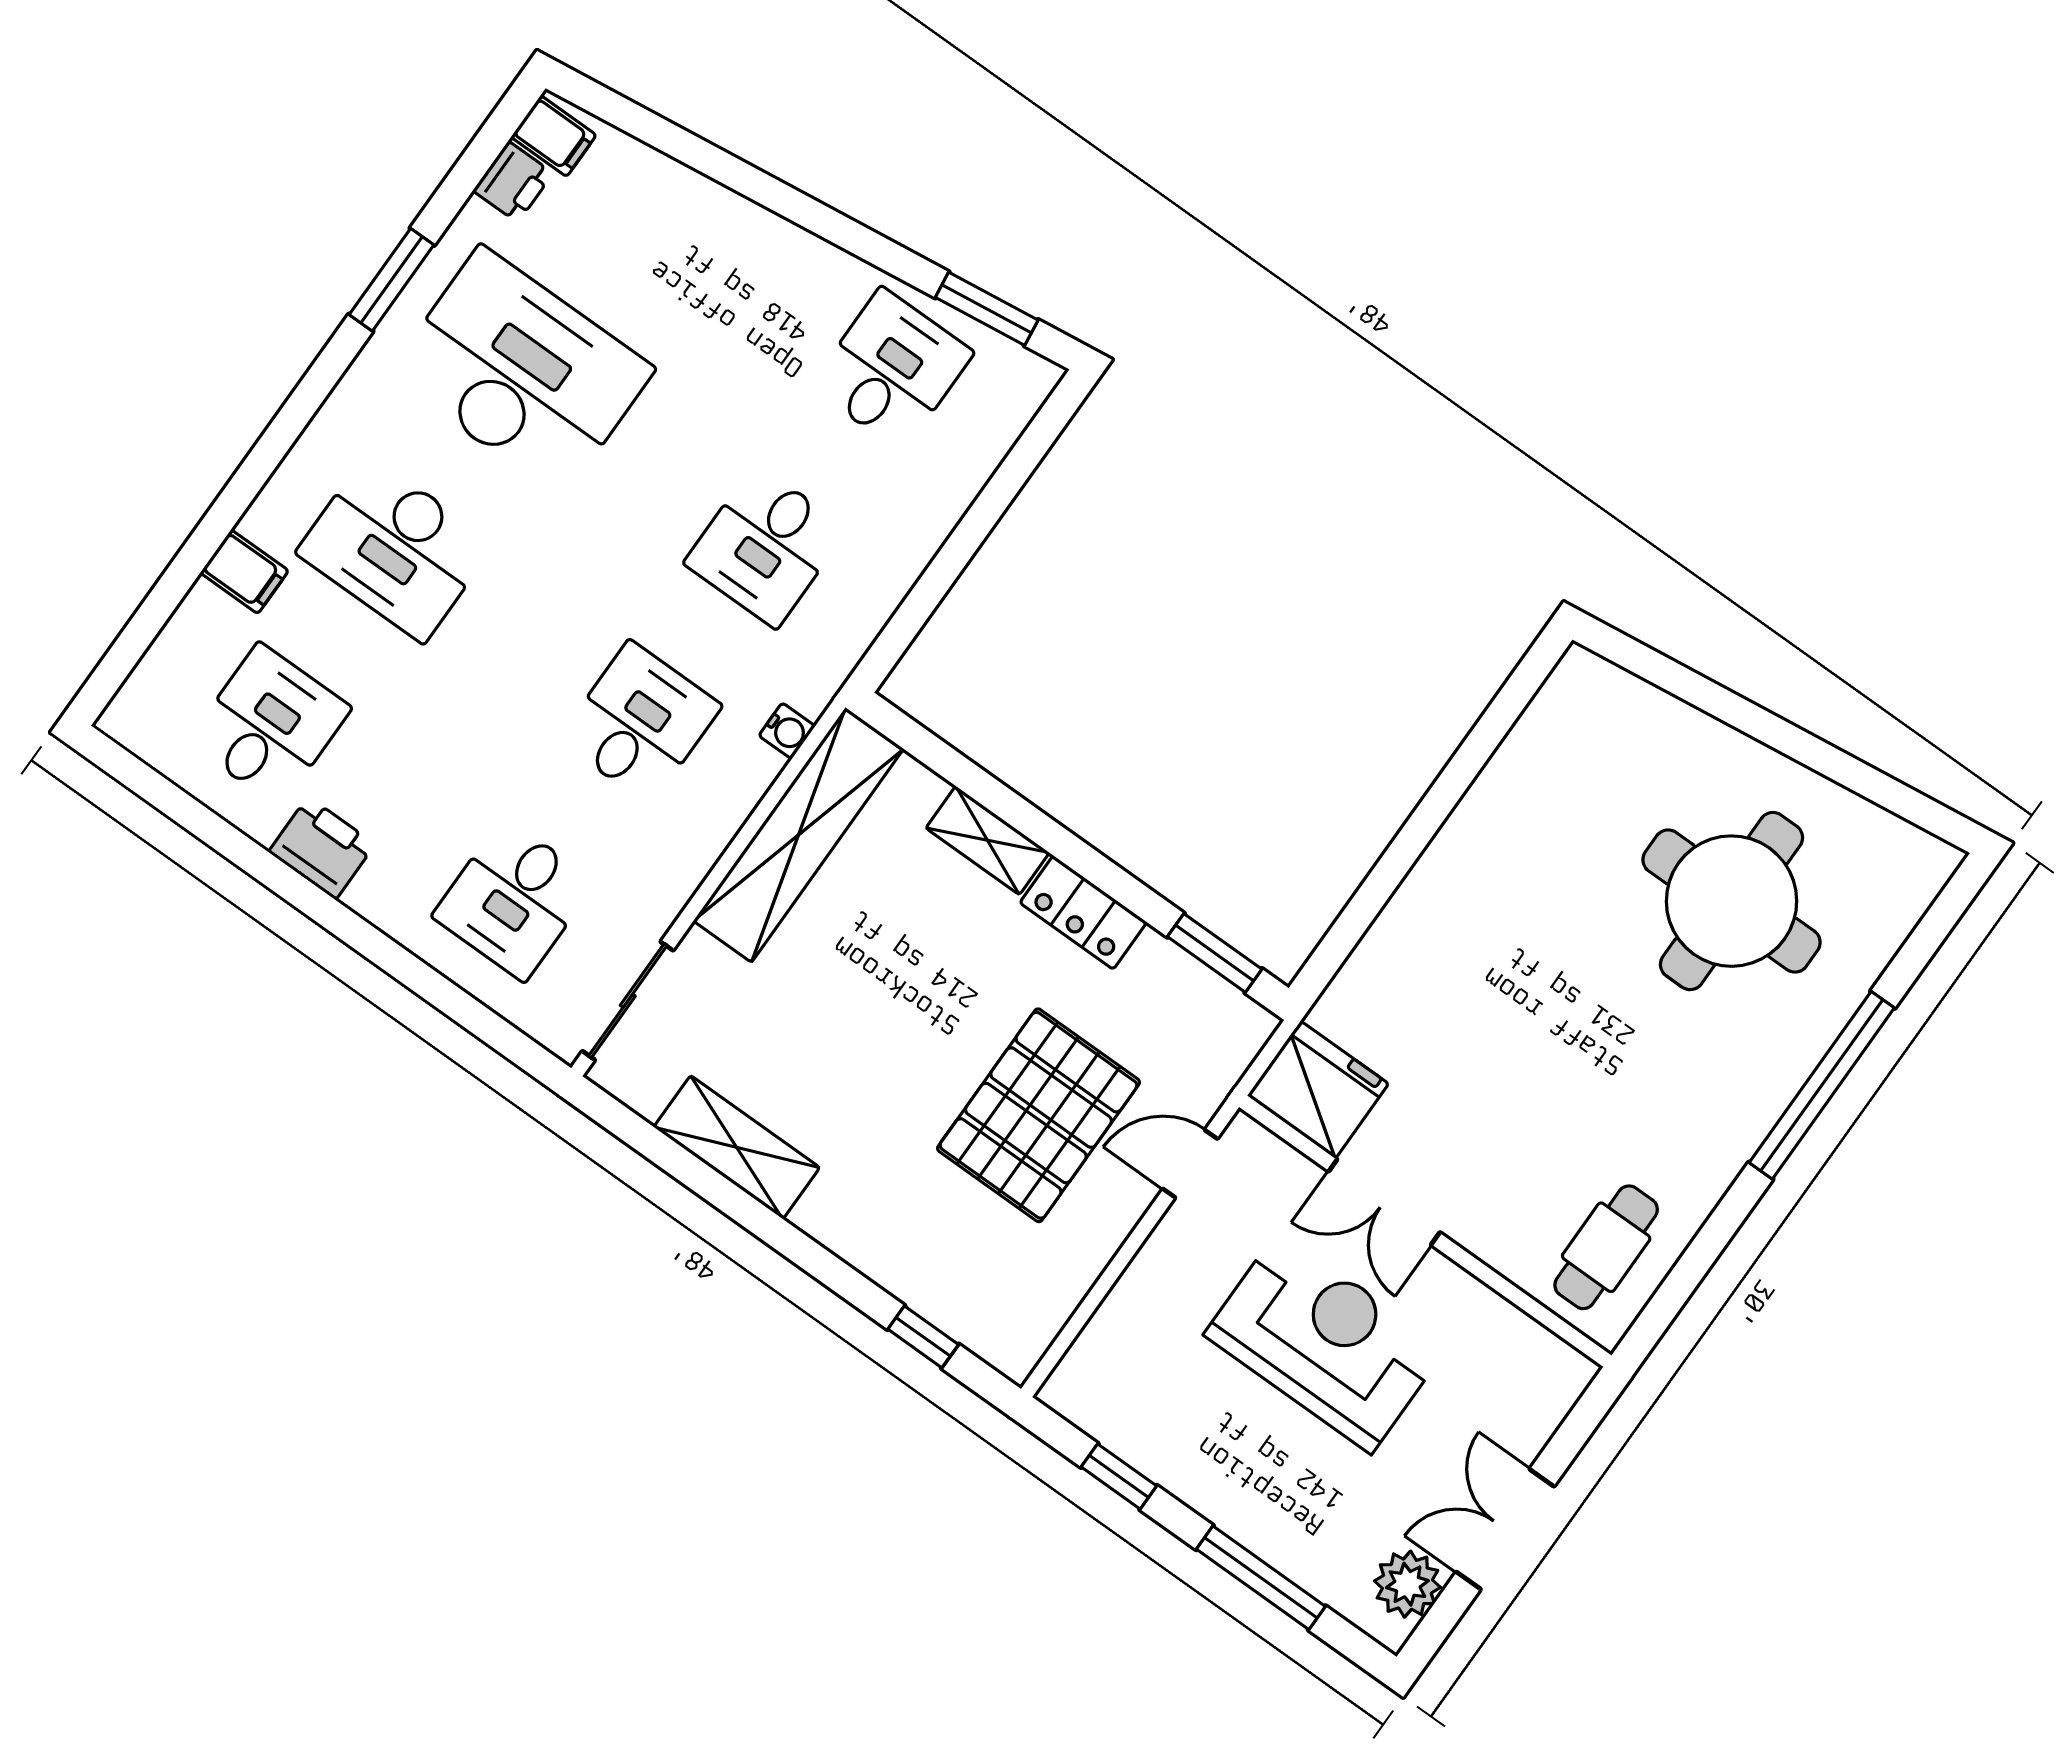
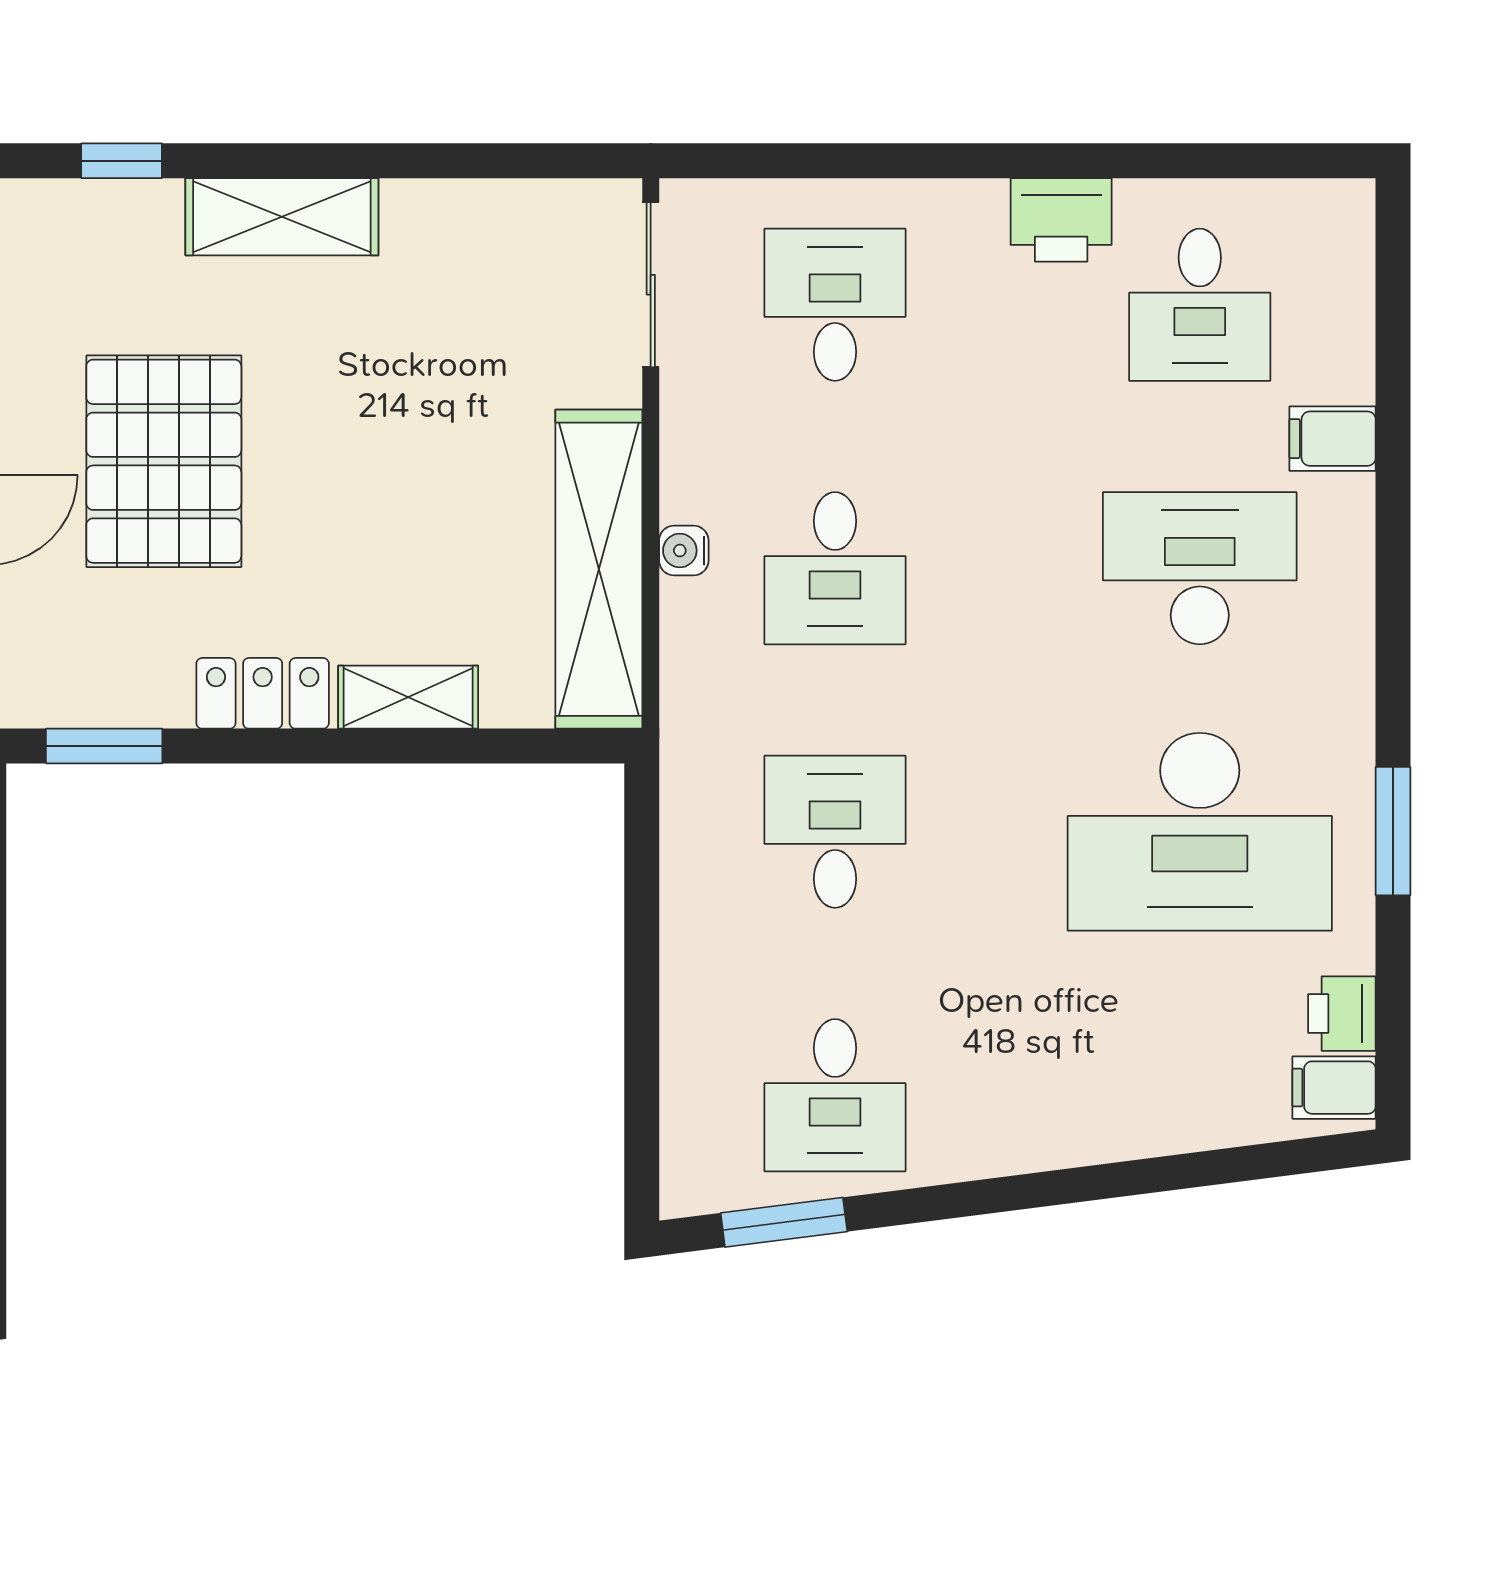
water cooler: (787, 731) -> (684, 551), moved
shelving: (737, 1147) -> (282, 217), moved

